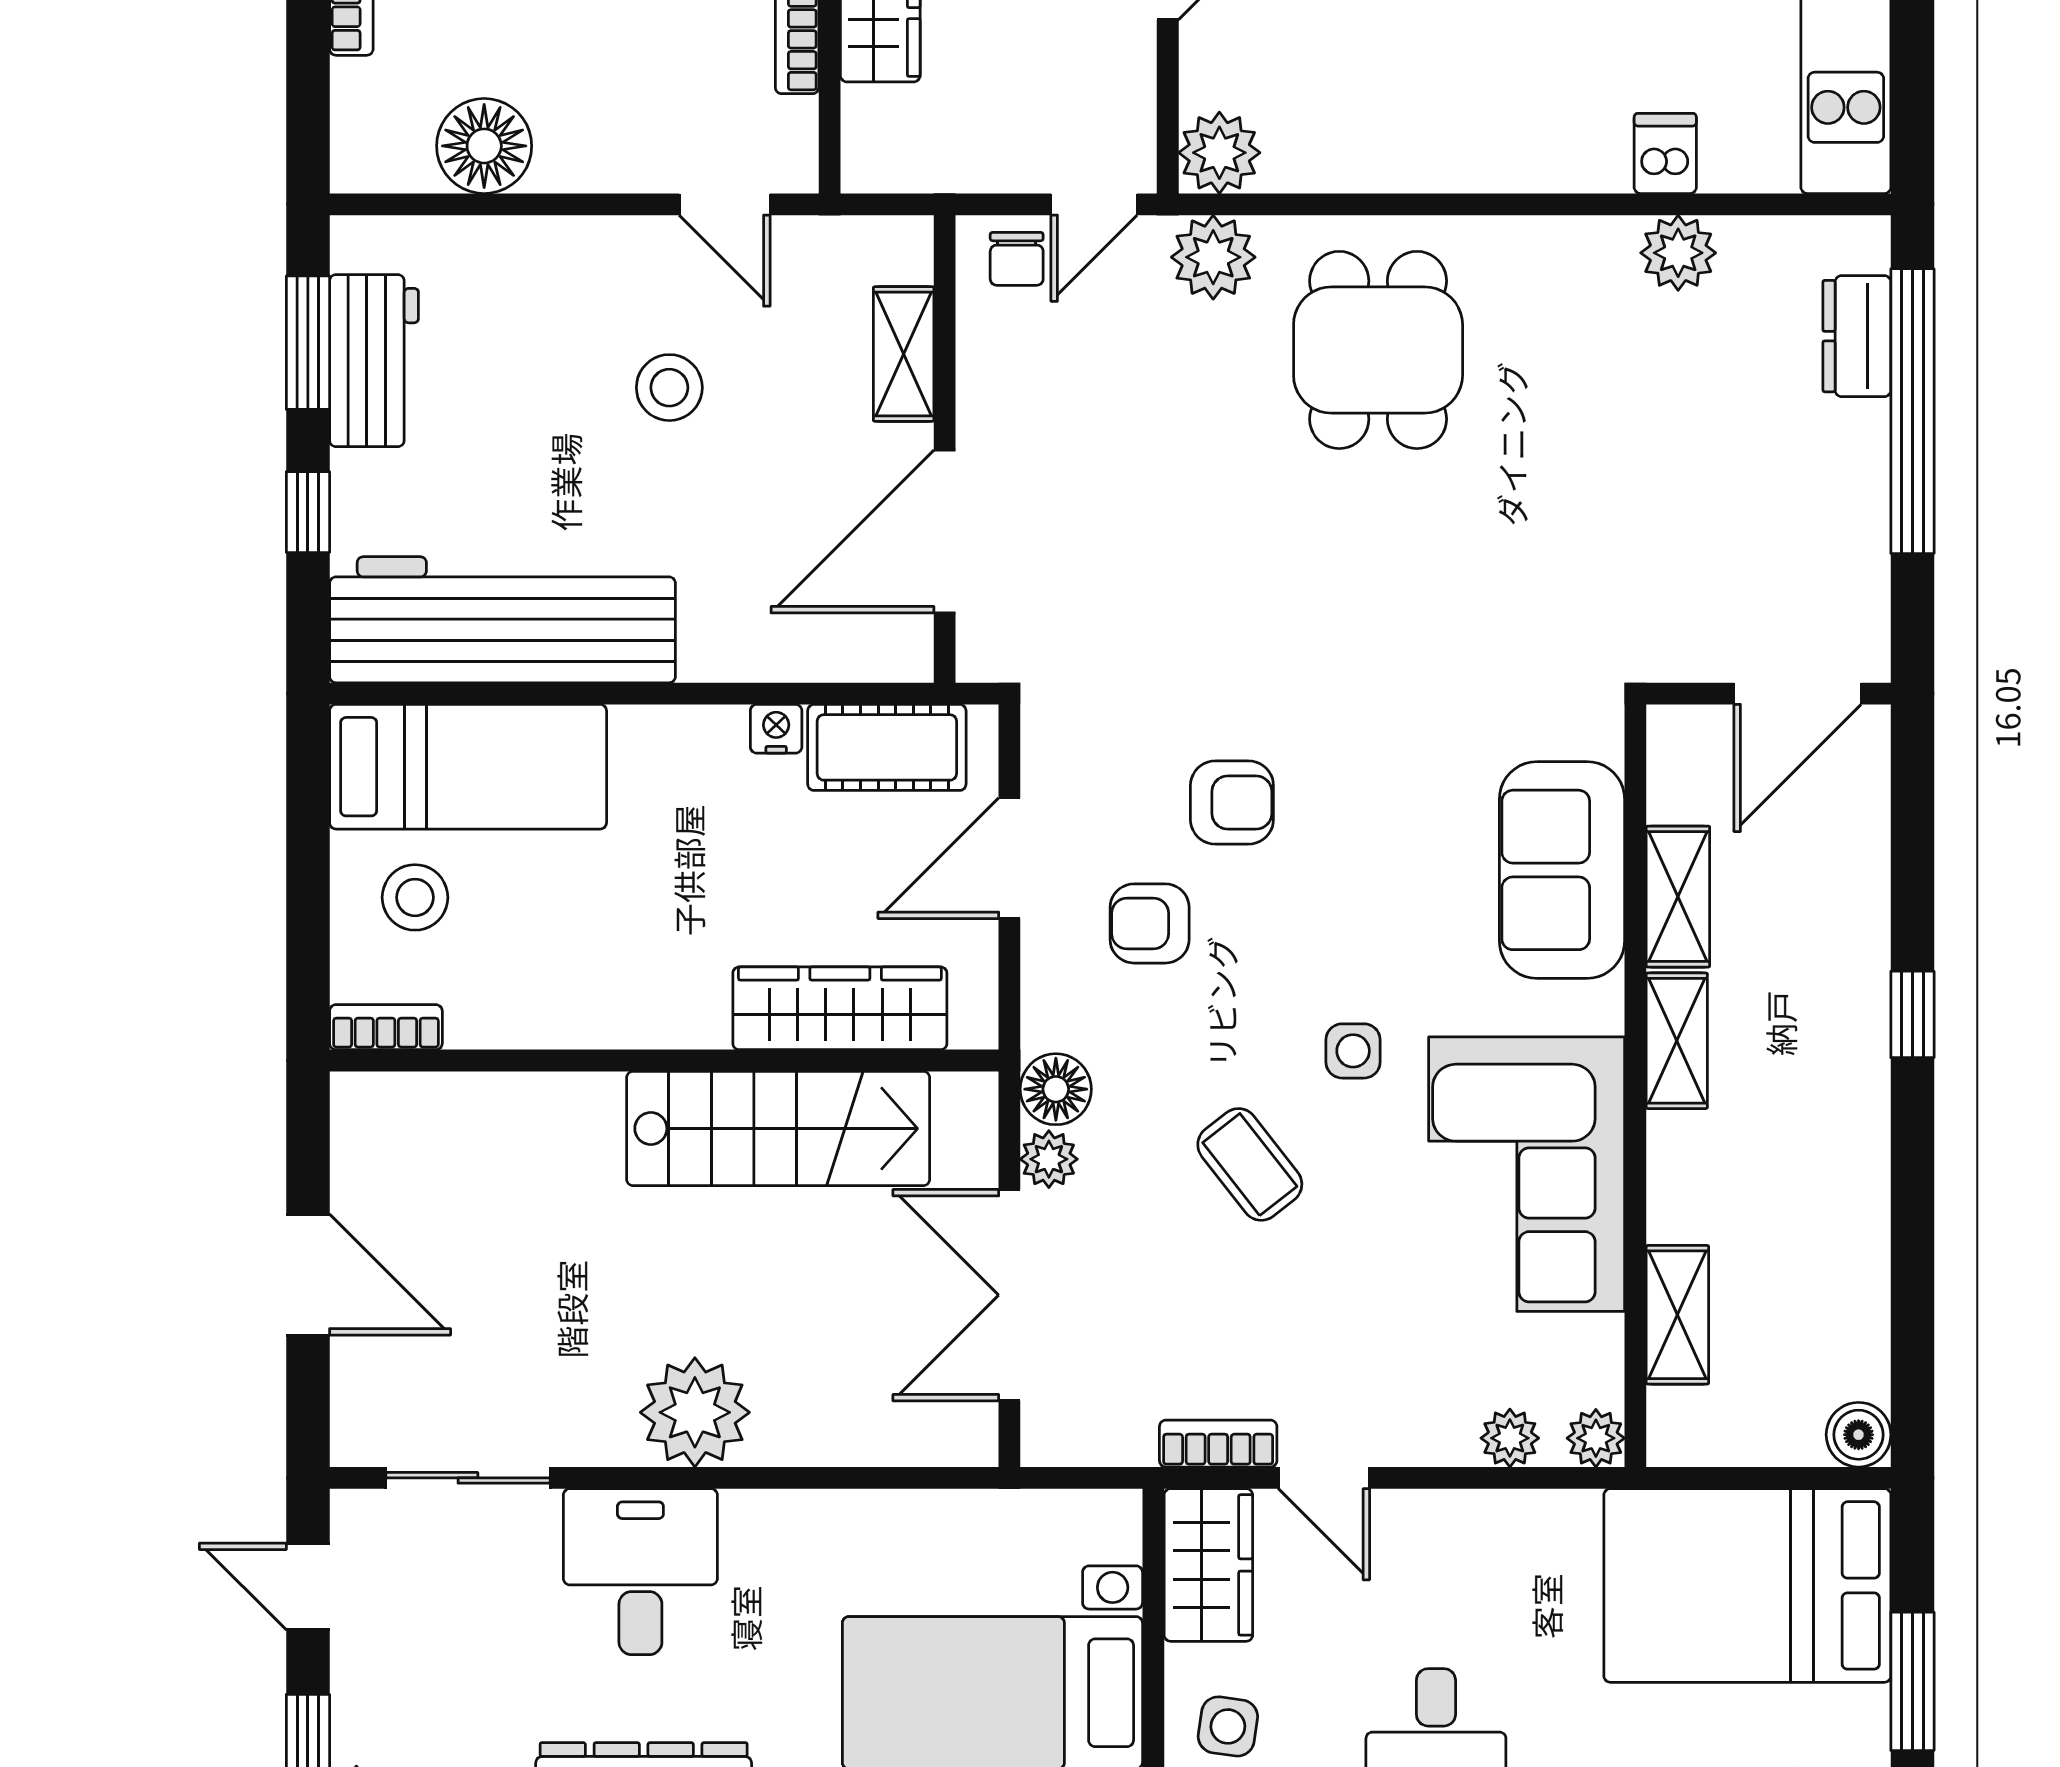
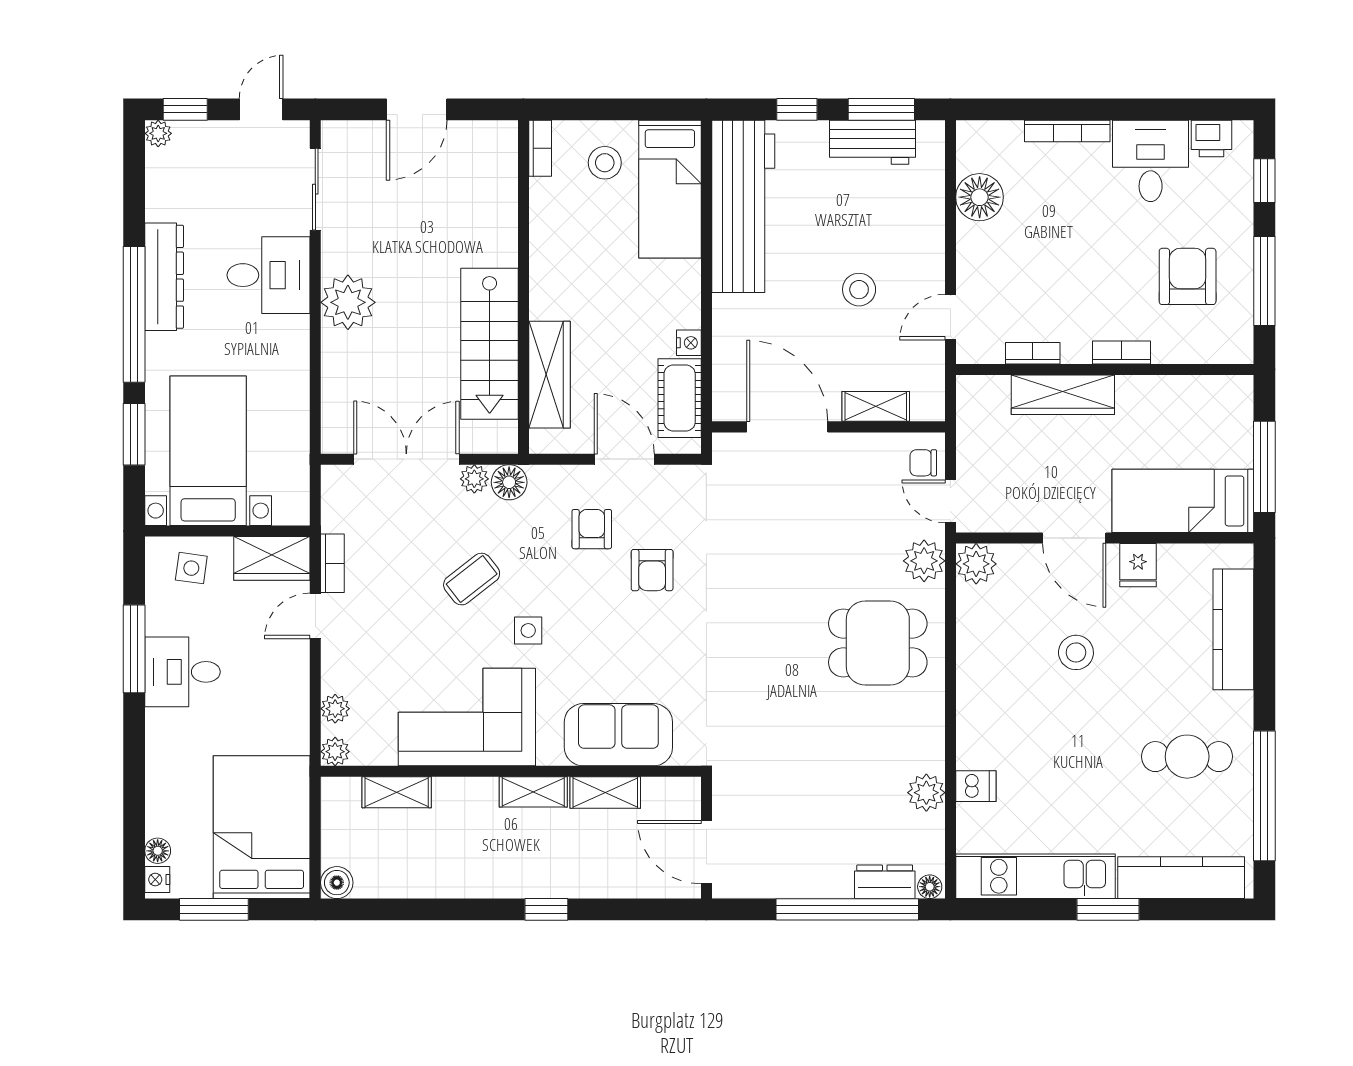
floor lamp: (1867, 246) -> (930, 887), added

